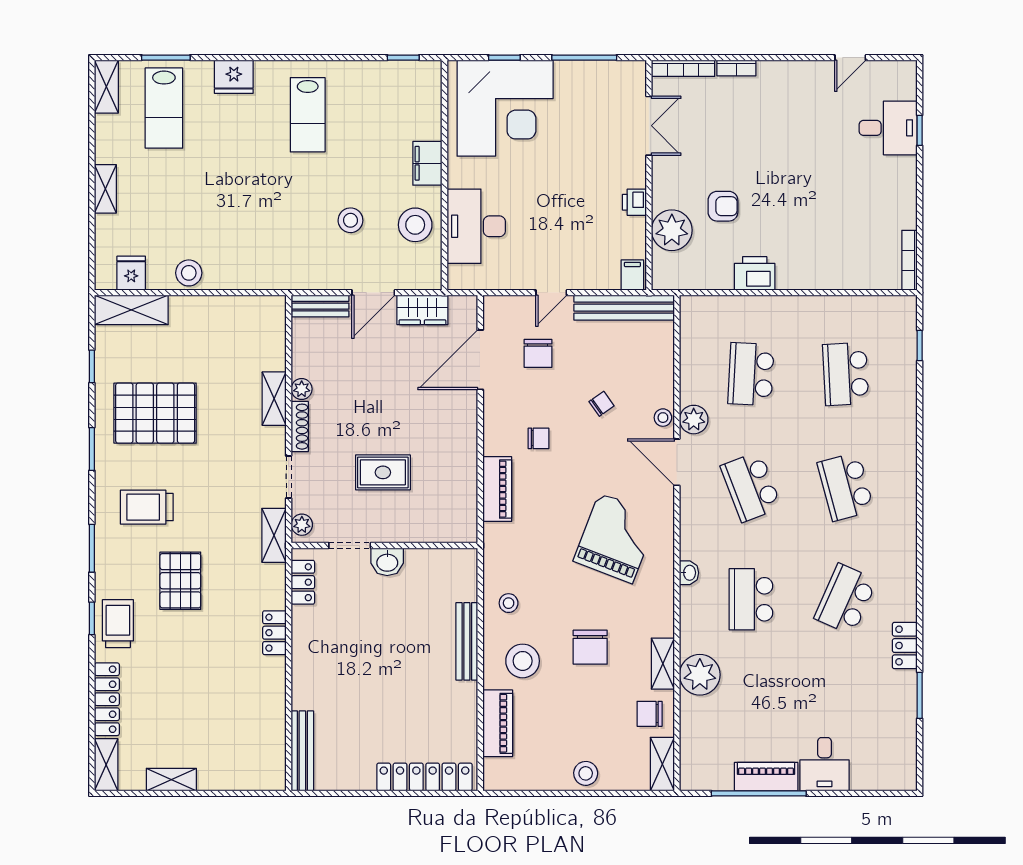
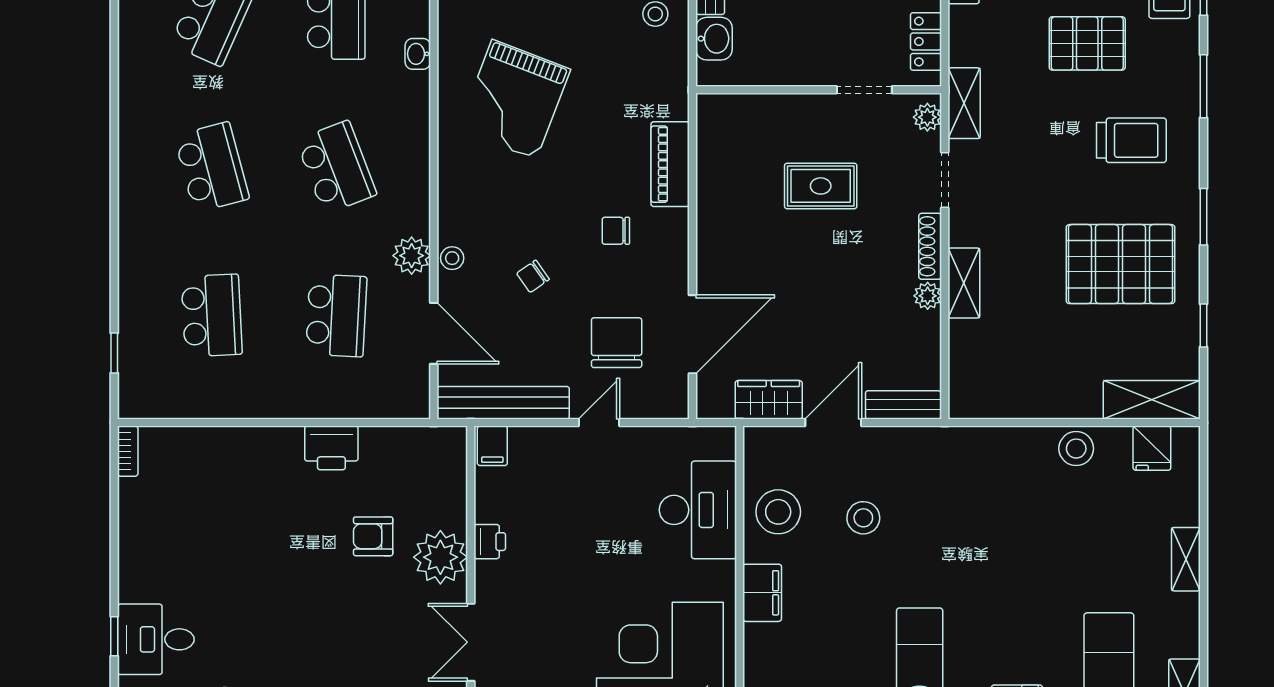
plant: (672, 230) -> (440, 557), moved
bookcase: (909, 260) -> (128, 451), width x0.64
chair: (538, 353) -> (617, 343), width x1.37, depth x1.37
door: (677, 462) -> (434, 333), moved
washbasin: (387, 562) -> (714, 39), moved, turned 90
pallet: (180, 581) -> (1087, 43), turned 90

